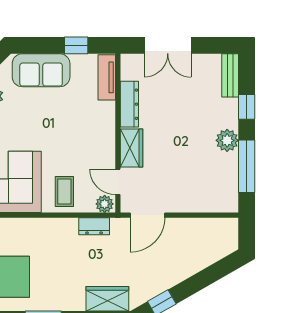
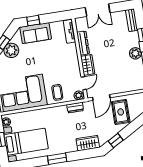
window: (76, 45) -> (33, 21), moved
door: (118, 182) -> (84, 83), swing flipped
rug: (180, 249) -> (121, 112), added

